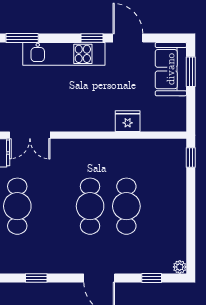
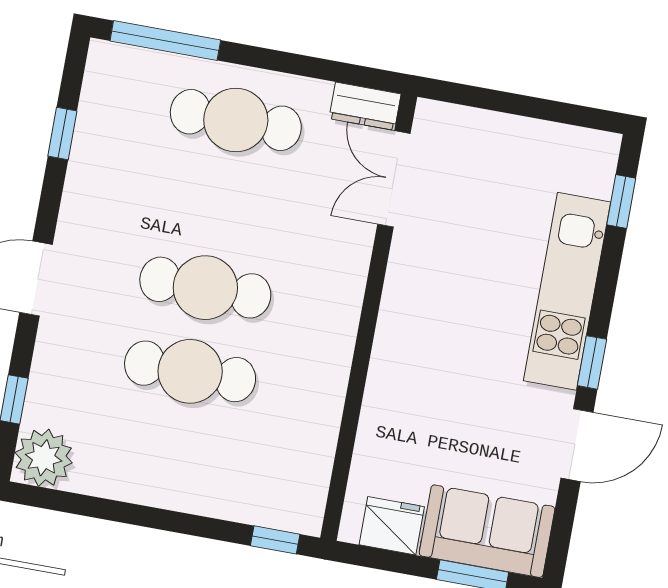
window: (22, 38) -> (621, 201), width x0.67
fridge: (128, 121) -> (392, 526), moved, turned -90
plant: (180, 267) -> (44, 458), width x1.88, depth x1.88

